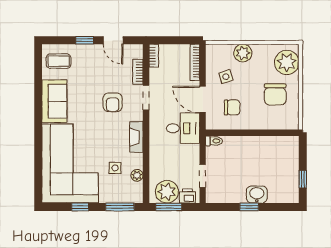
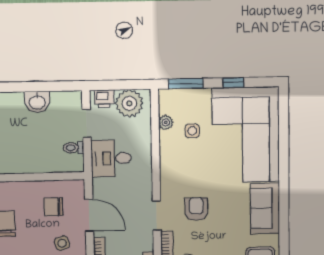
desk: (183, 128) -> (111, 158), moved
fireplace: (136, 137) -> (167, 169), removed
toilet: (214, 141) -> (73, 148), moved
washbasin: (257, 194) -> (37, 102), moved
window: (169, 207) -> (127, 85), removed
window: (249, 207) -> (29, 87), removed

